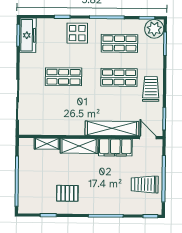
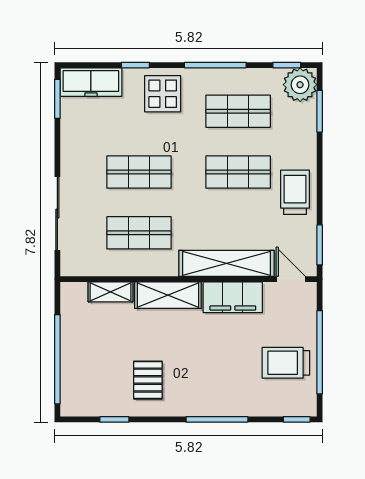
freezer: (28, 35) -> (91, 82), moved, turned 90
shop shelf: (63, 111) -> (139, 233), added
pallet: (67, 193) -> (148, 380), turned 90

